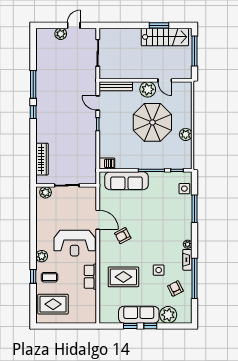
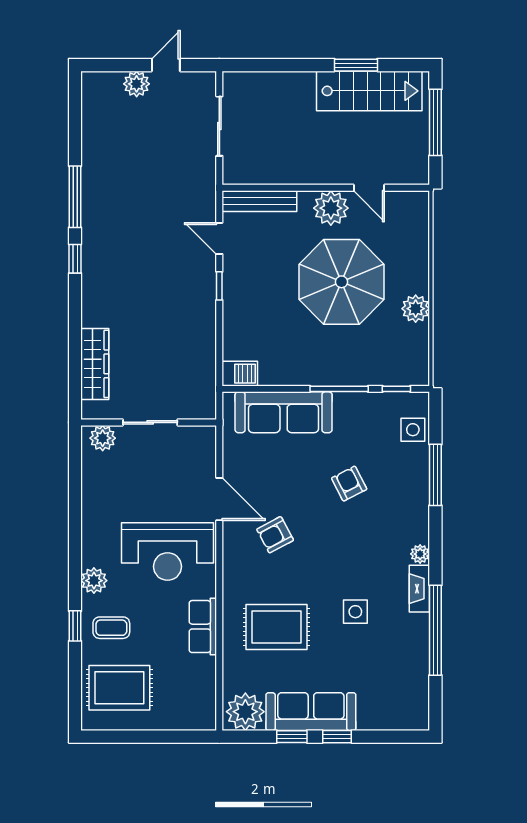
armchair: (175, 288) -> (349, 484), moved
plant: (168, 315) -> (245, 712), moved

